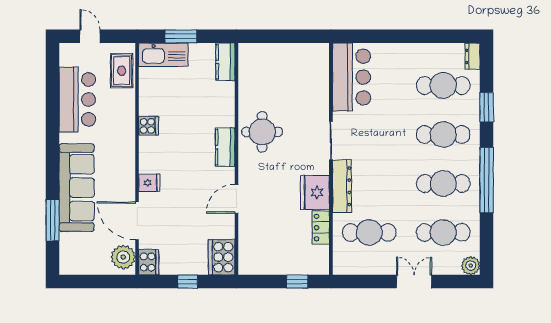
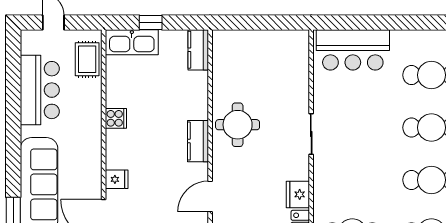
window: (181, 36) -> (151, 23), width x0.67
bar counter: (351, 77) -> (353, 50), moved, turned 90
dresser: (342, 186) -> (323, 183), removed
fridge: (315, 192) -> (298, 194), width x0.73, depth x0.75

